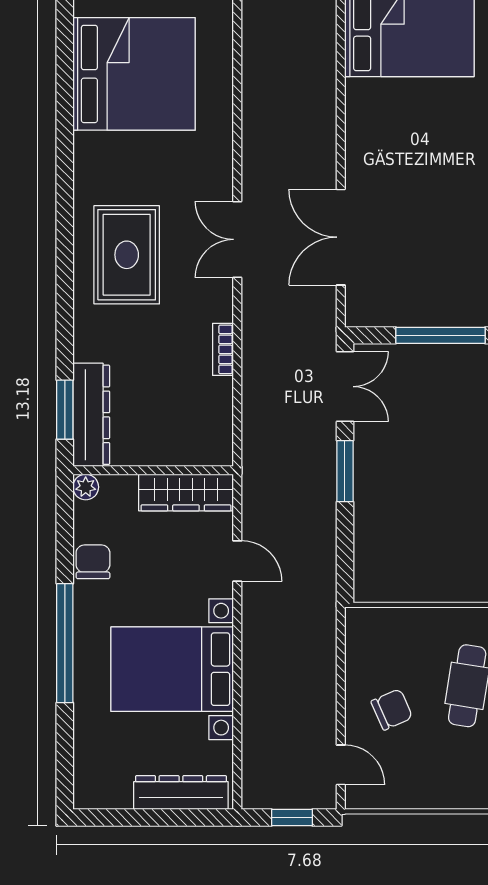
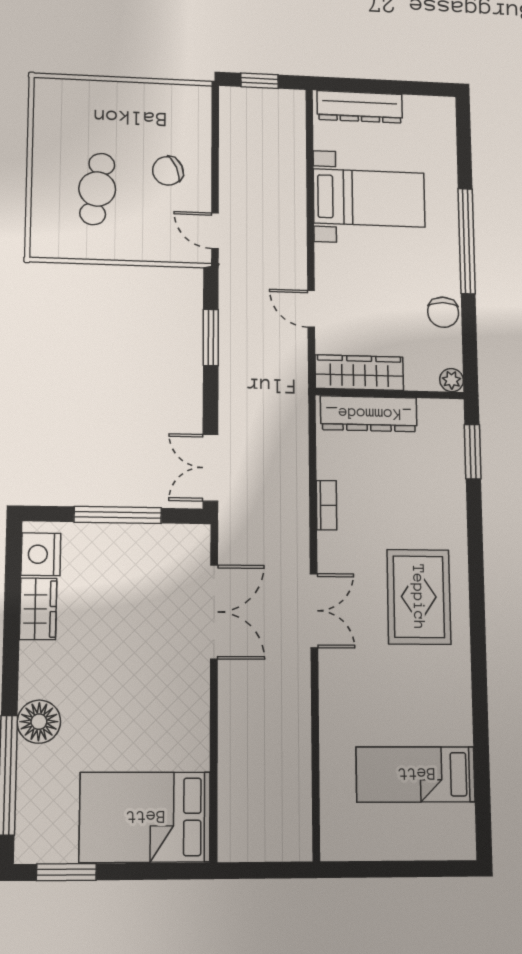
bed: (134, 74) -> (416, 774), width x0.49
dresser: (91, 415) -> (369, 414), moved, turned -90
window: (345, 471) -> (211, 337), moved
bed with nightstands: (172, 669) -> (369, 198), width x0.73
door: (341, 765) -> (215, 231), moved

